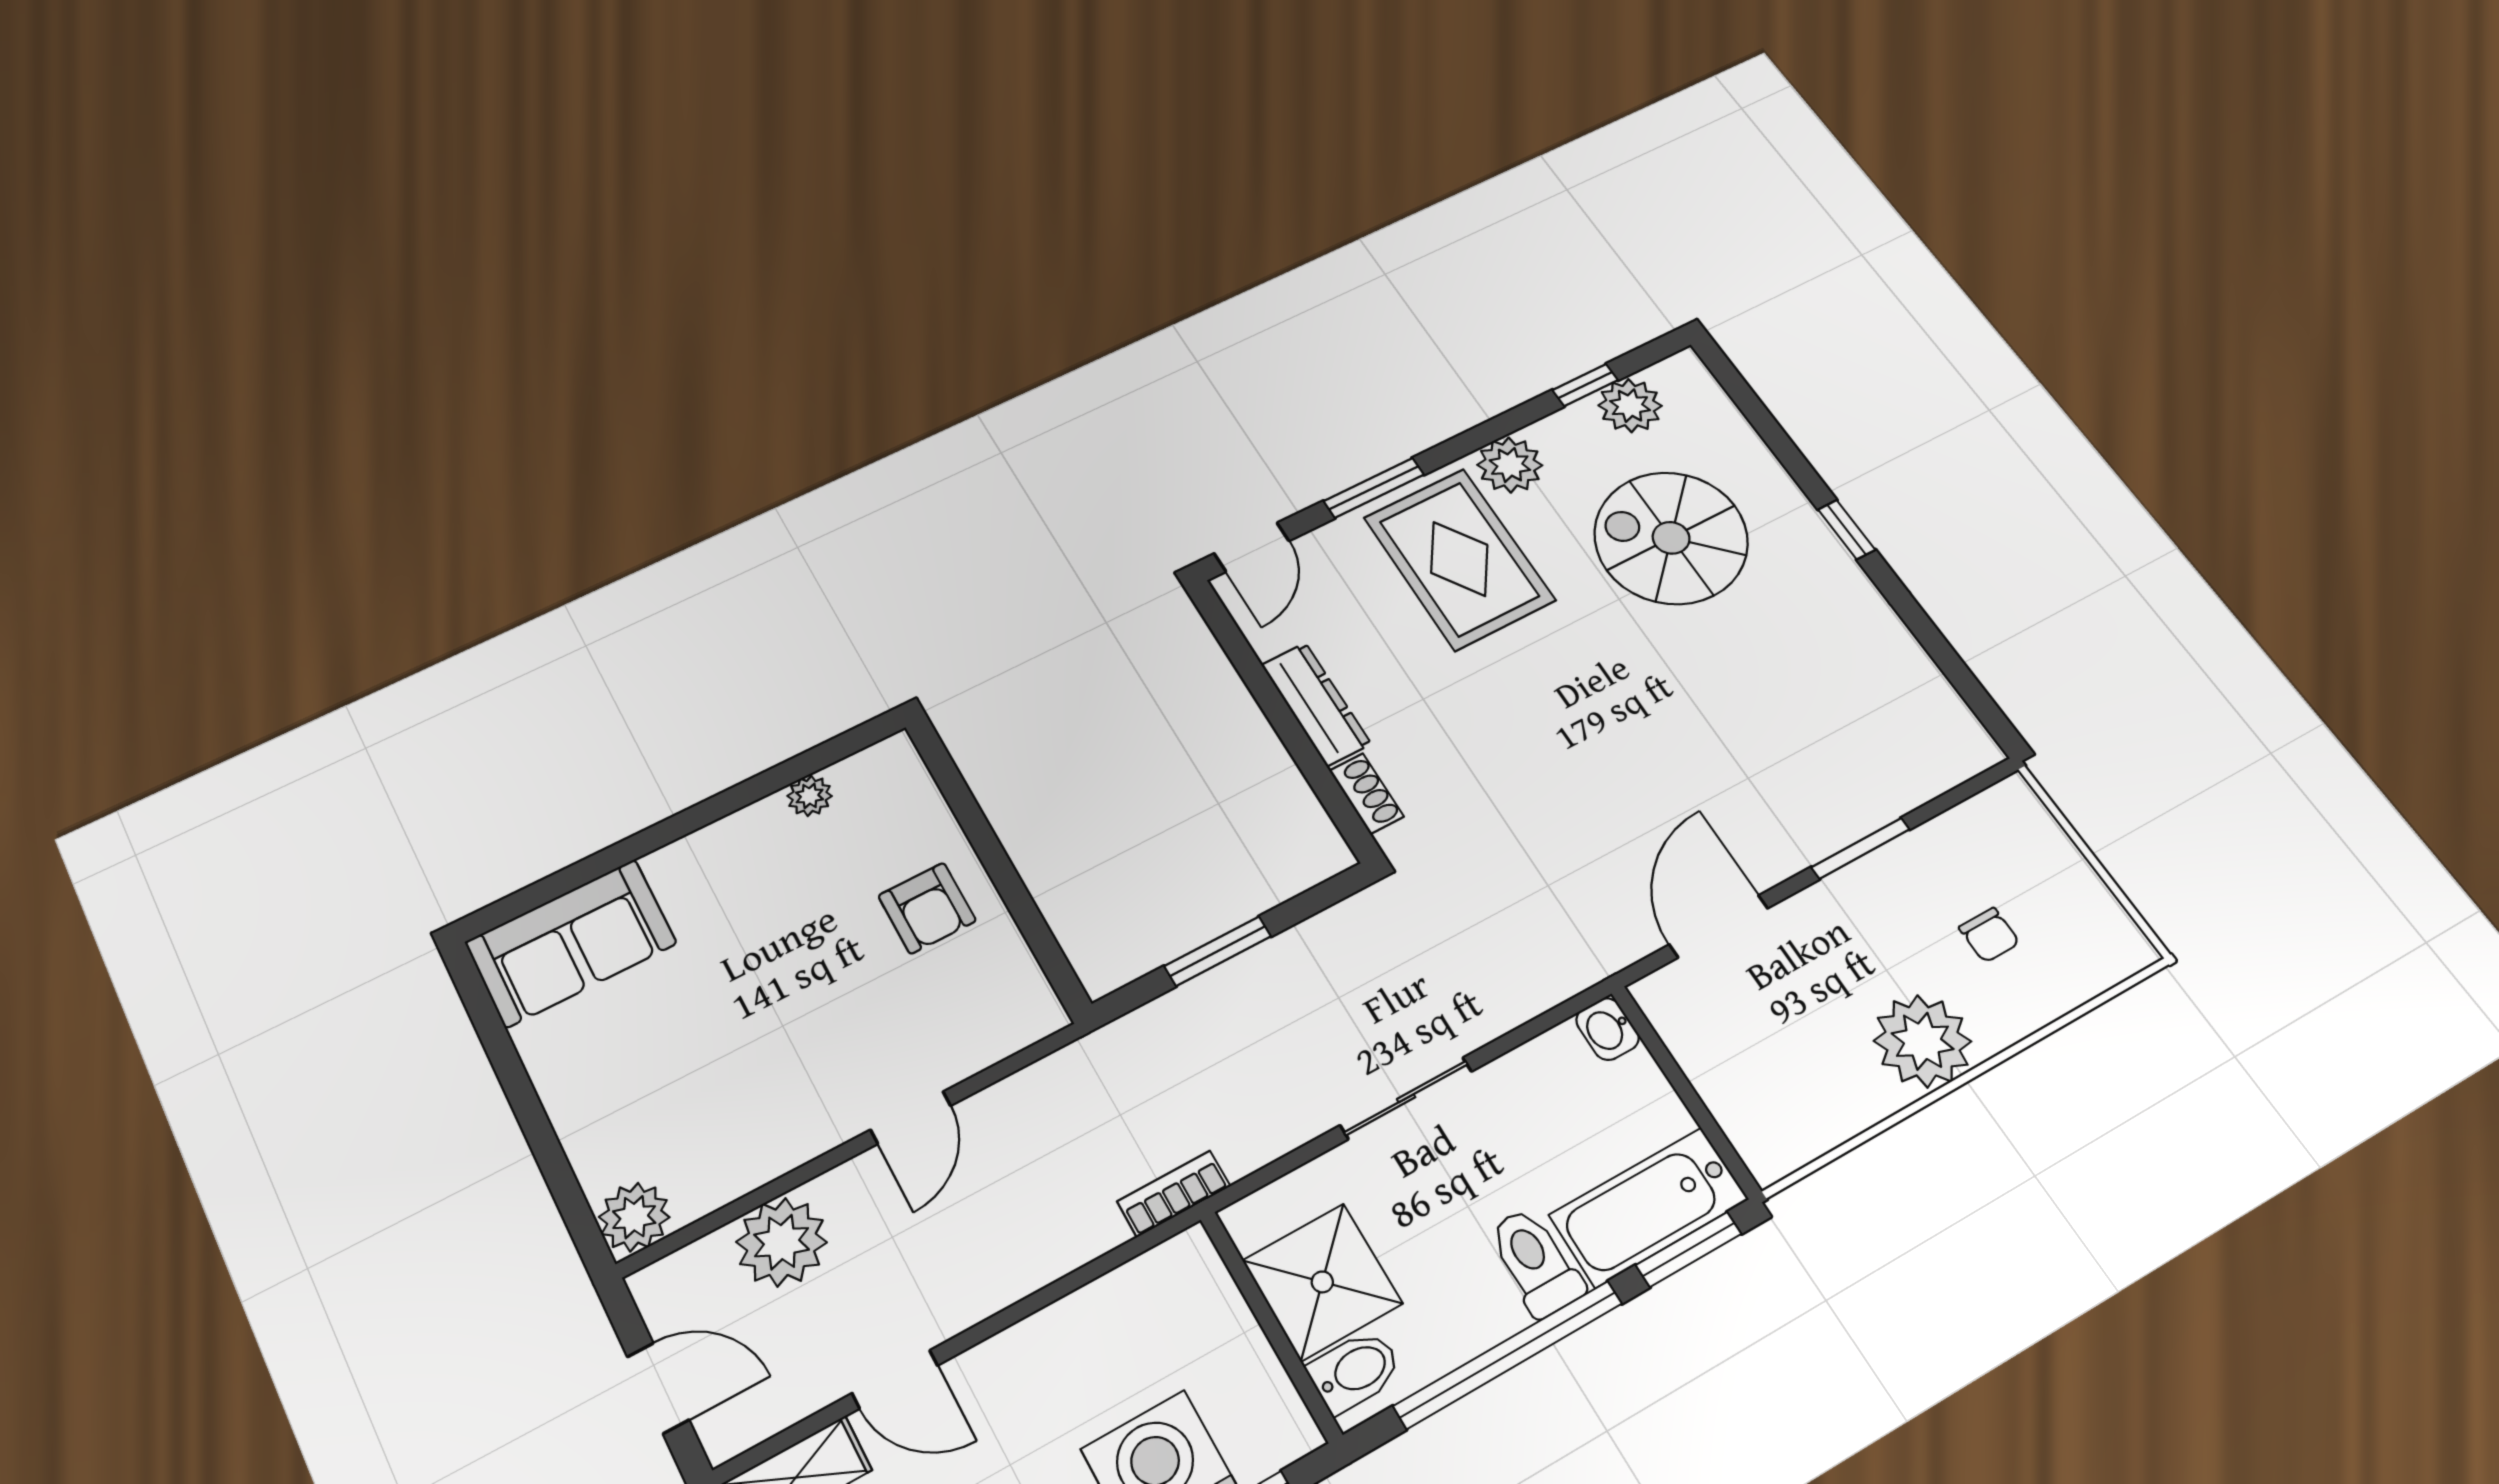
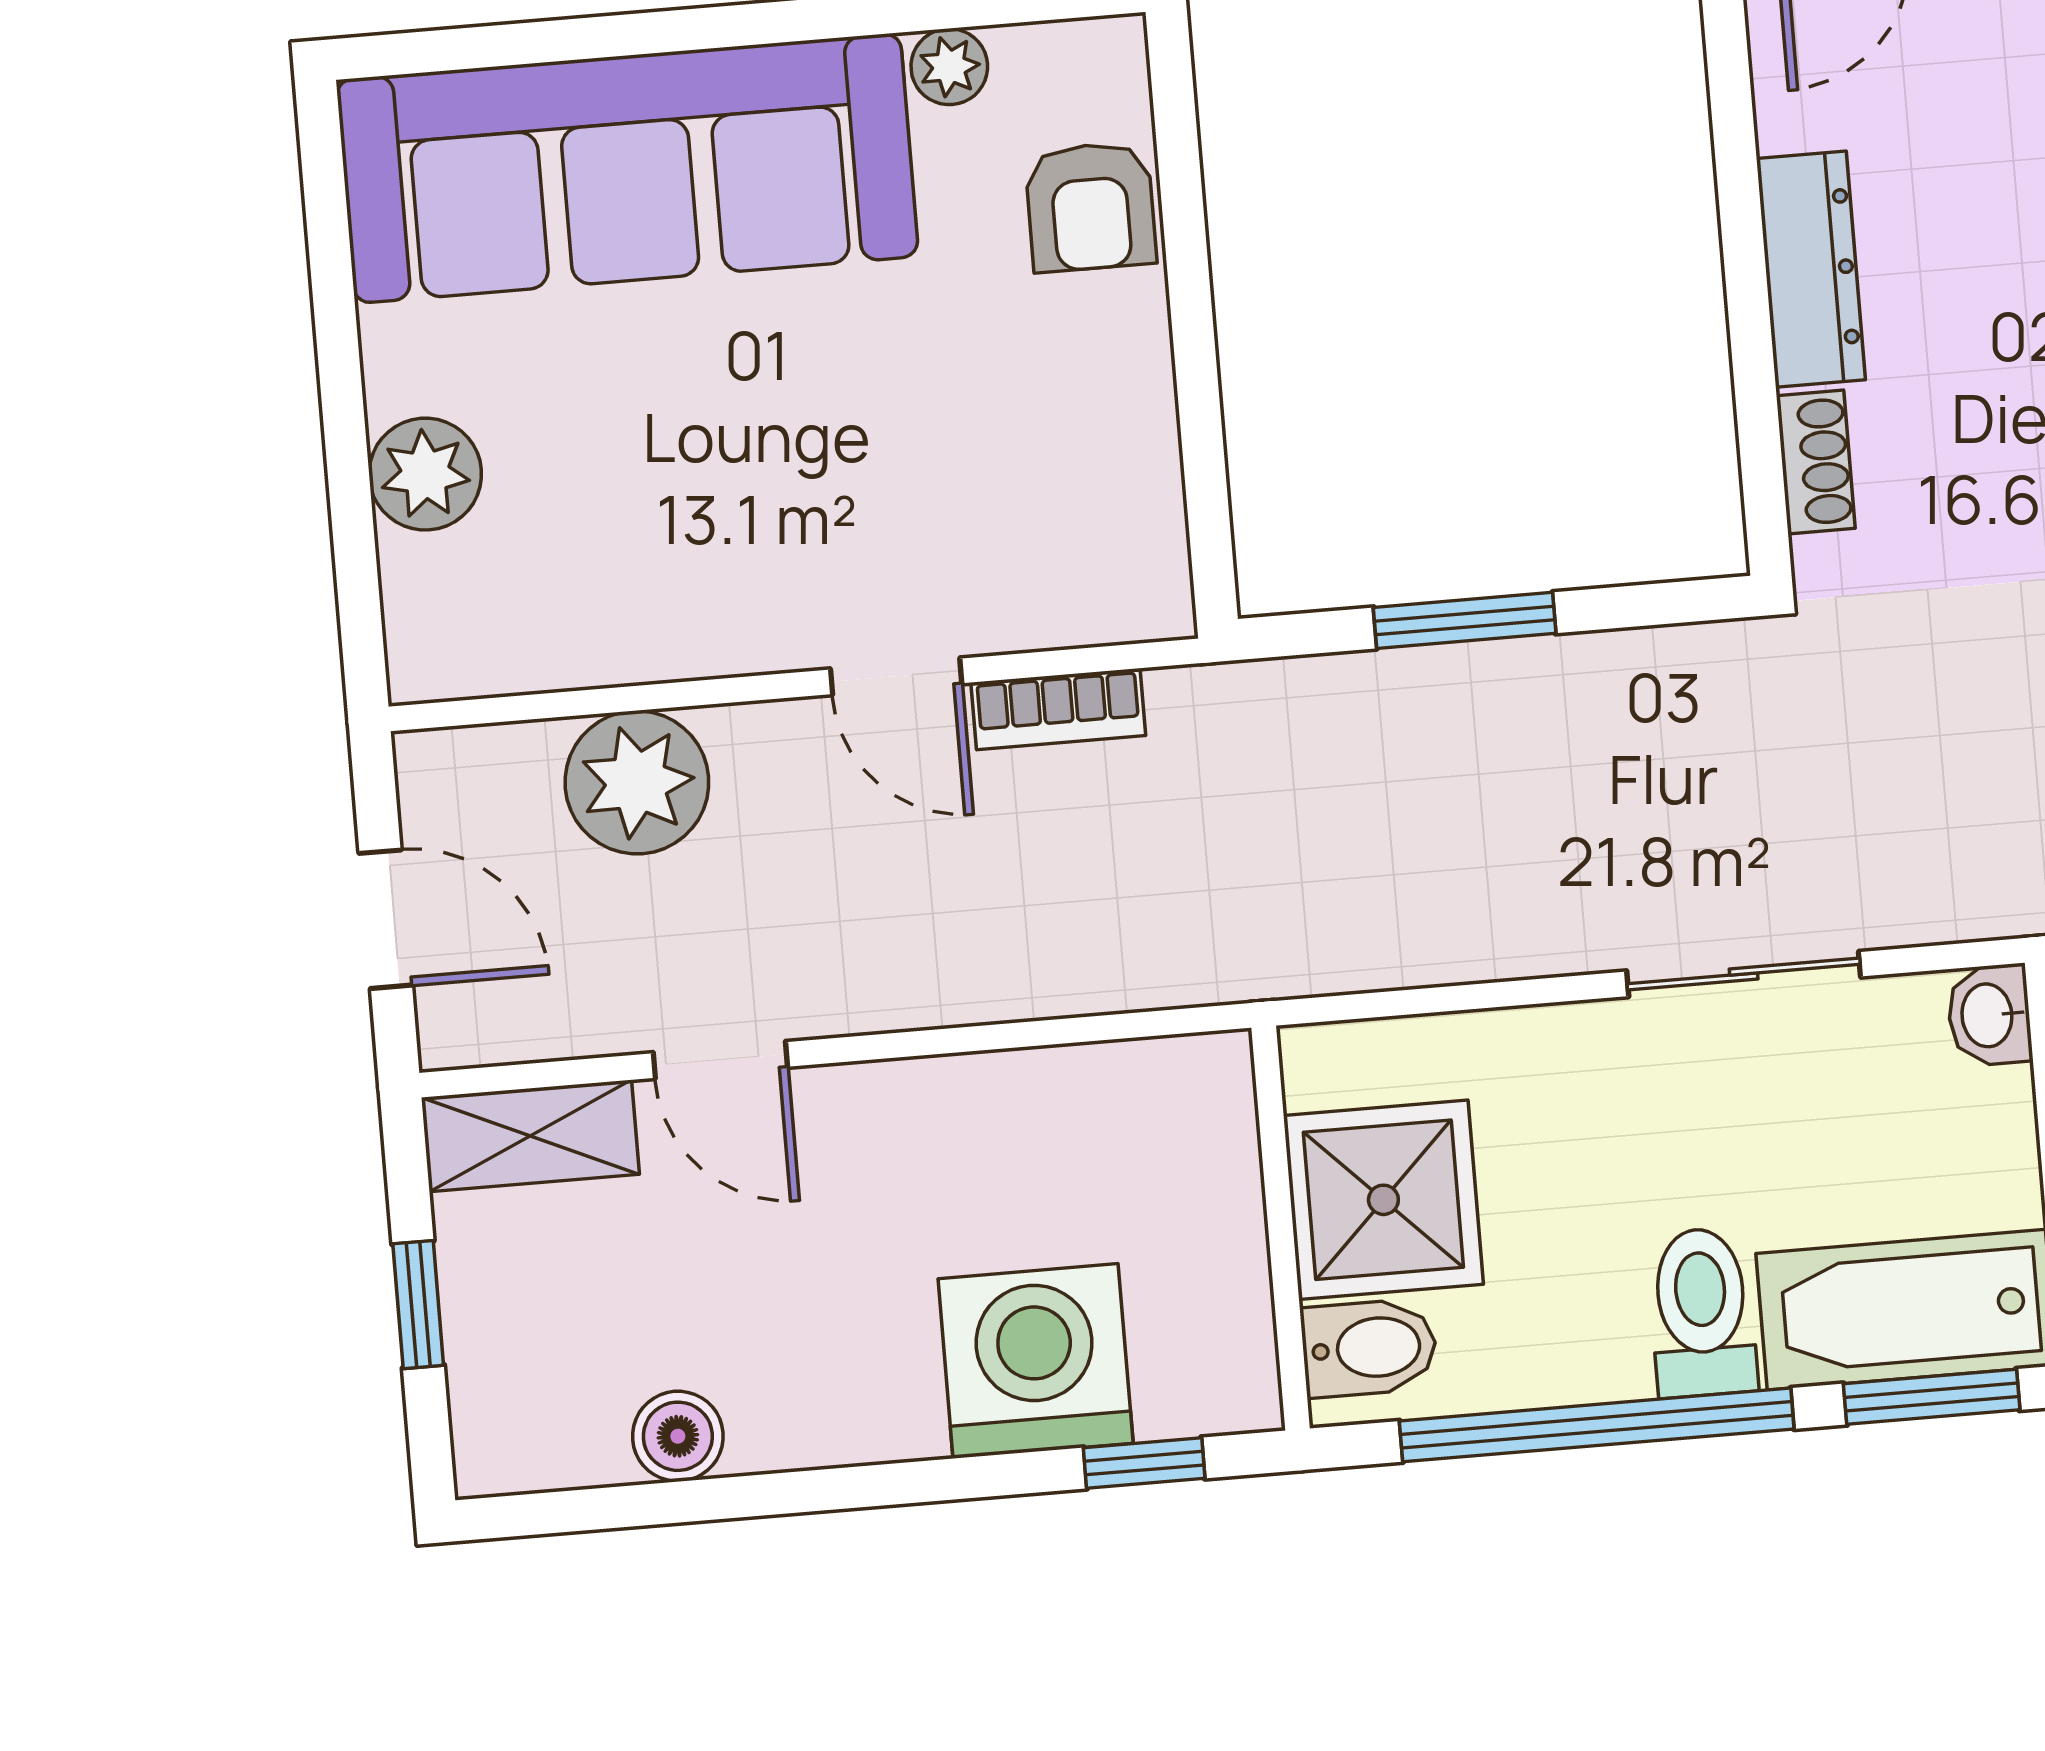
armchair: (927, 908) -> (1091, 207), moved
sofa: (571, 943) -> (627, 168), width x1.85, depth x1.27
sliding door: (1406, 1098) -> (1744, 974), moved
door: (911, 1118) -> (896, 676), hinge flipped
bookcase: (1174, 1194) -> (1058, 709), moved, turned 180
plant: (634, 1217) -> (425, 474), moved

